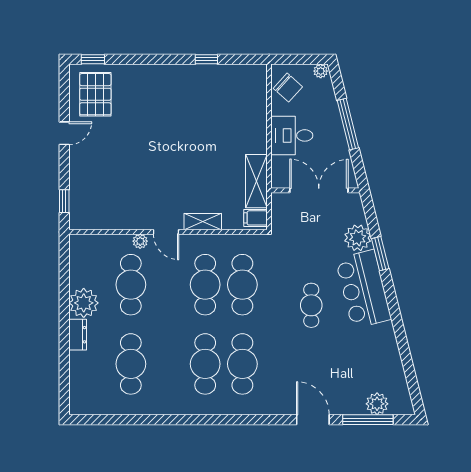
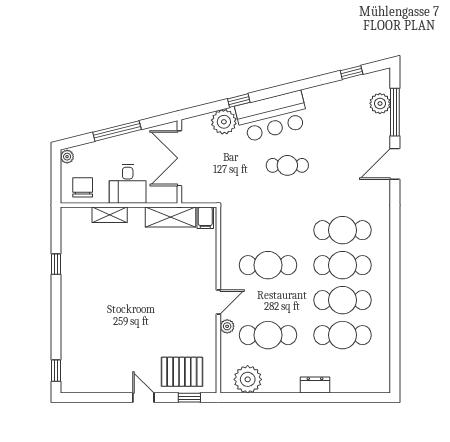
chair: (288, 88) -> (83, 187), turned -42
pallet: (95, 94) -> (182, 372), moved
door: (64, 133) -> (143, 398), moved
shelving: (203, 222) -> (110, 215), moved, turned 90
window: (380, 254) -> (239, 101), width x0.67
cafe table: (242, 285) -> (343, 300), moved
plant: (84, 303) -> (248, 379), moved
window: (410, 374) -> (352, 72), added

